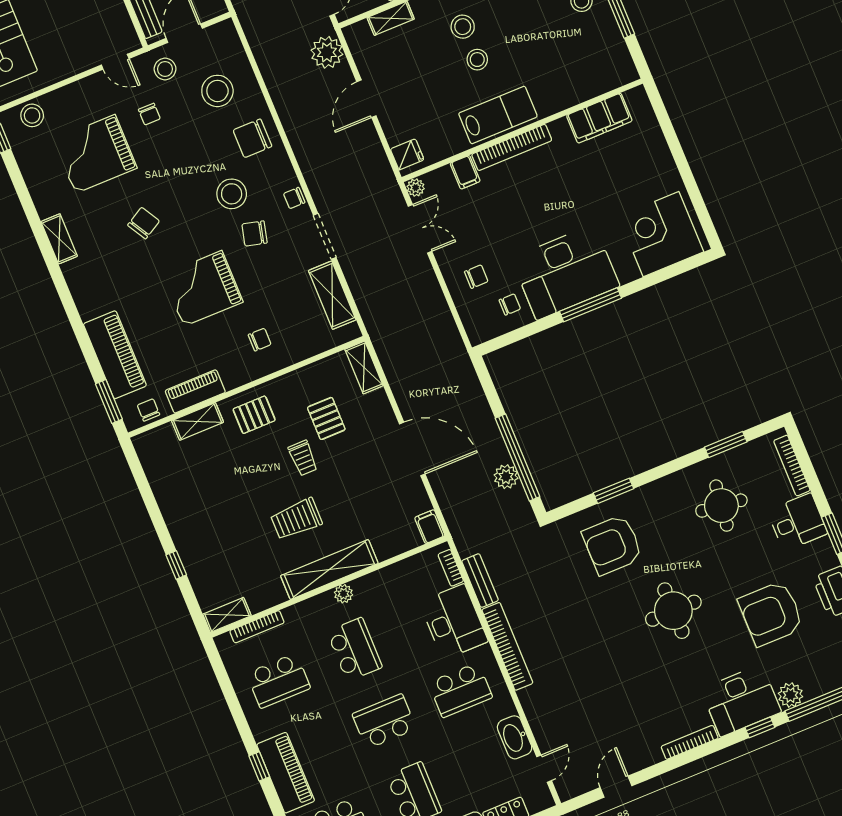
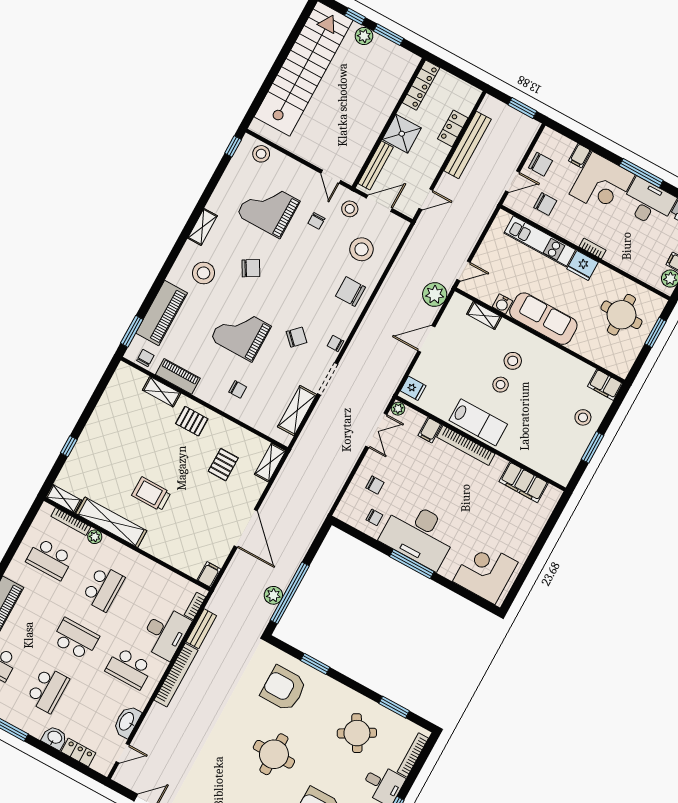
stool: (232, 194) -> (204, 273), moved
chair: (255, 233) -> (297, 337), turned 121
trolley: (303, 458) -> (190, 470), removed
round table: (721, 506) -> (357, 733), turned -37
shelving: (329, 569) -> (111, 522), moved
plant: (344, 594) -> (95, 537), moved

